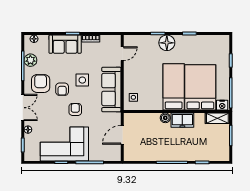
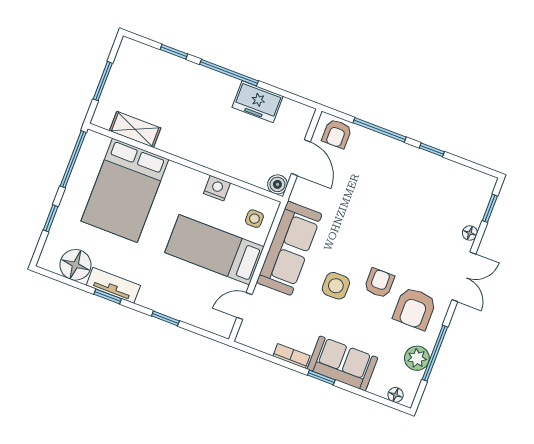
tv unit: (189, 40) -> (113, 285), added
floor lamp: (167, 43) -> (75, 265), moved
bed: (174, 87) -> (214, 250), moved, turned 90
nightstand: (222, 105) -> (217, 188), moved
double door: (23, 108) -> (464, 277), swing flipped
armchair: (75, 109) -> (337, 134), moved
boiler: (165, 118) -> (277, 184), moved
shelving: (217, 118) -> (135, 129), moved
freezer: (182, 120) -> (258, 102), moved, turned 180
door: (122, 135) -> (301, 158), hinge flipped
corner sofa: (64, 144) -> (413, 181), removed

